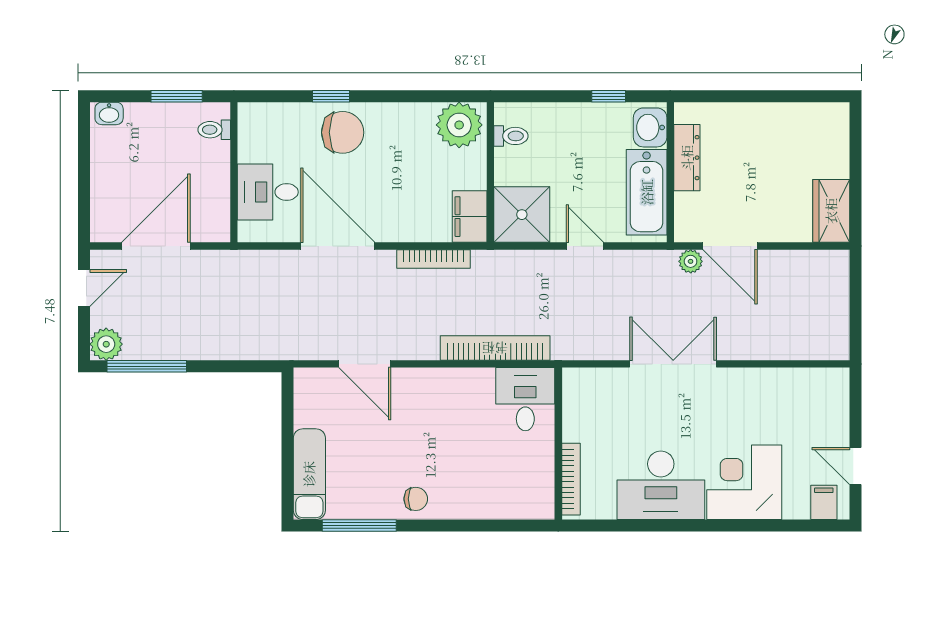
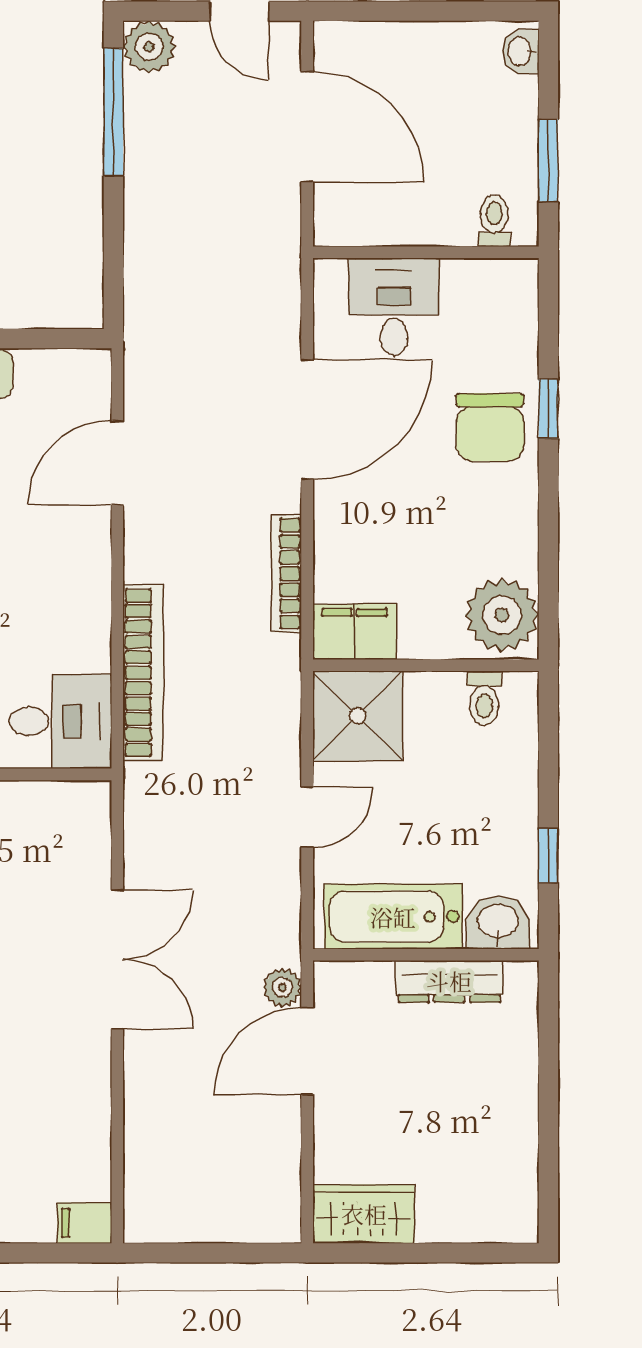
filing cabinet: (837, 384) -> (84, 1223), added

